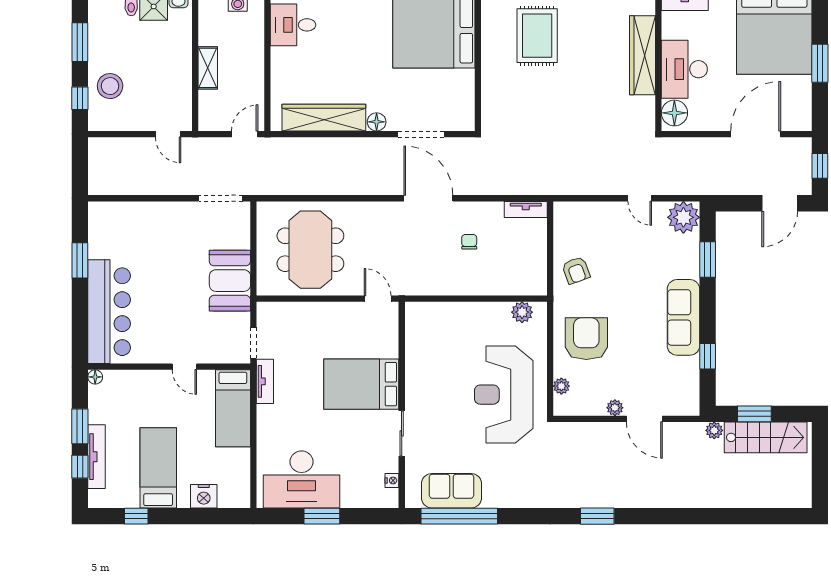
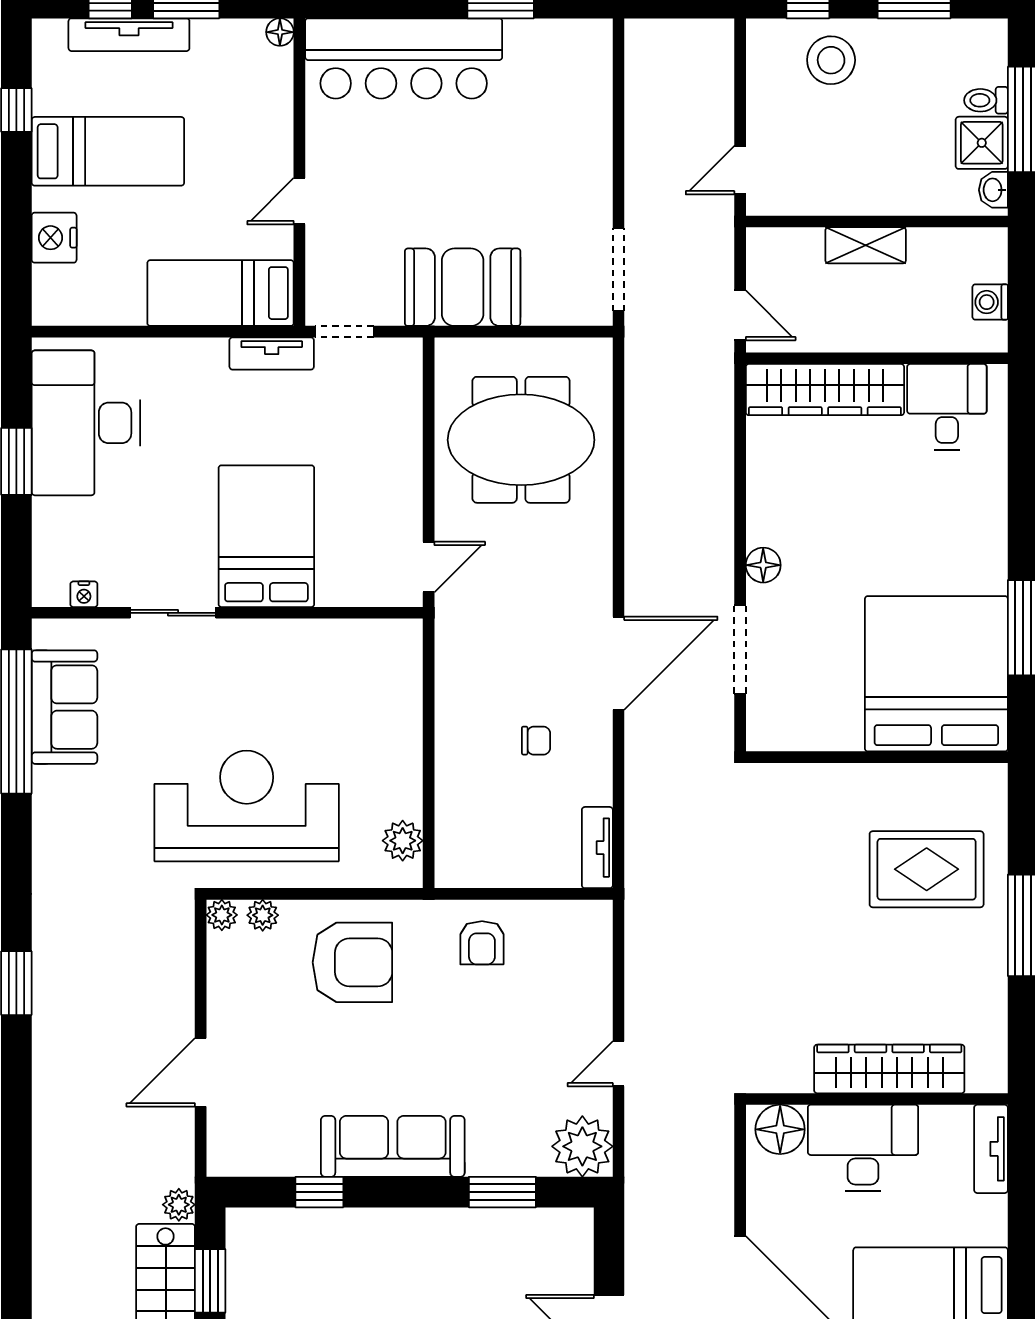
wardrobe: (324, 118) -> (825, 390), moved, turned 90
armchair: (576, 270) -> (482, 943), turned -70
plant: (615, 408) -> (222, 915), moved

